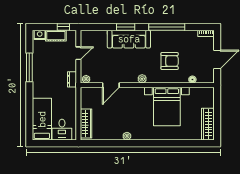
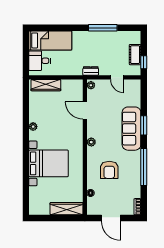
nightstand: (40, 35) -> (136, 38), removed
bed with nightstands: (167, 106) -> (49, 163), moved, turned 180
wardrobe: (208, 124) -> (67, 209), moved

